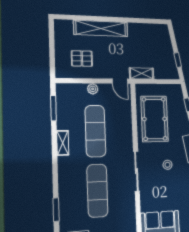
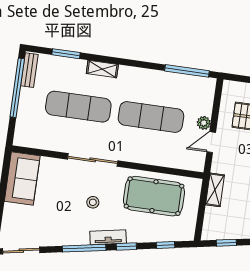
door: (120, 81) -> (211, 142), moved
window: (53, 108) -> (187, 71), width x1.44
shelving: (63, 143) -> (102, 69), moved

